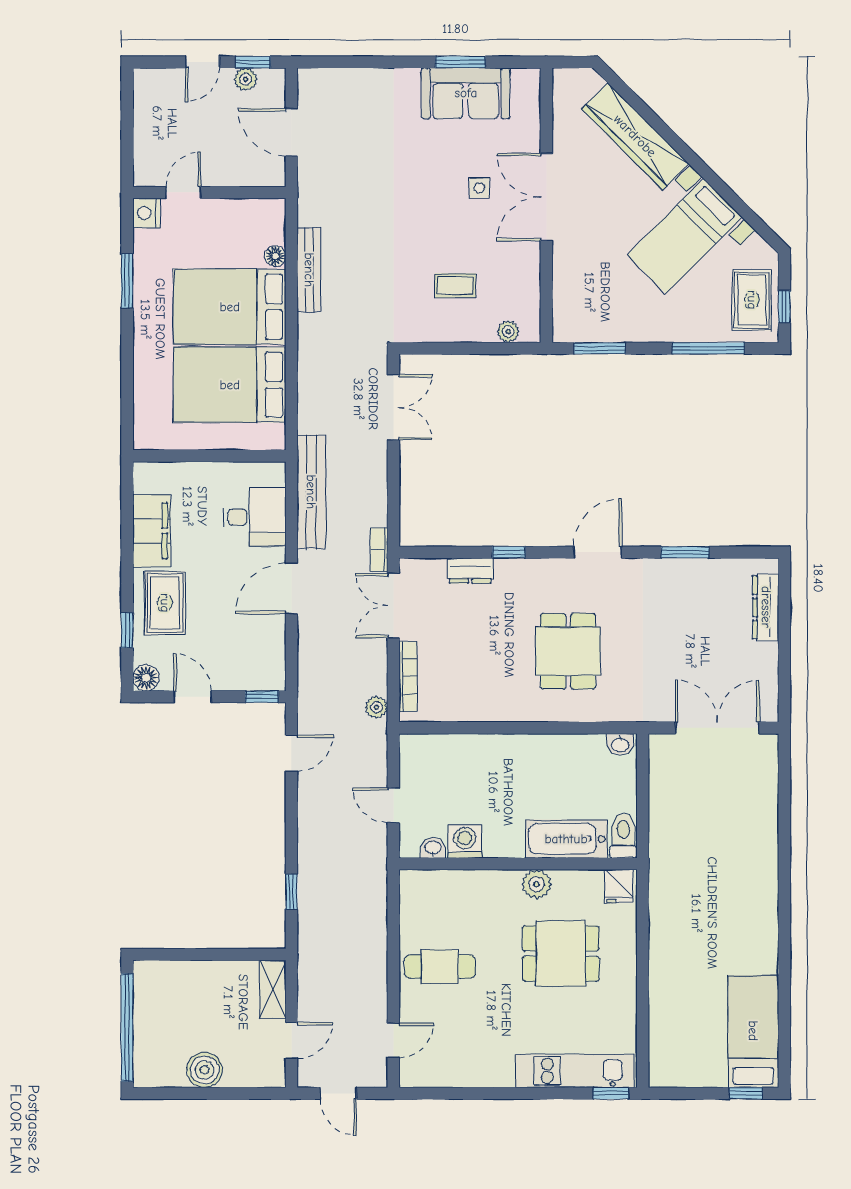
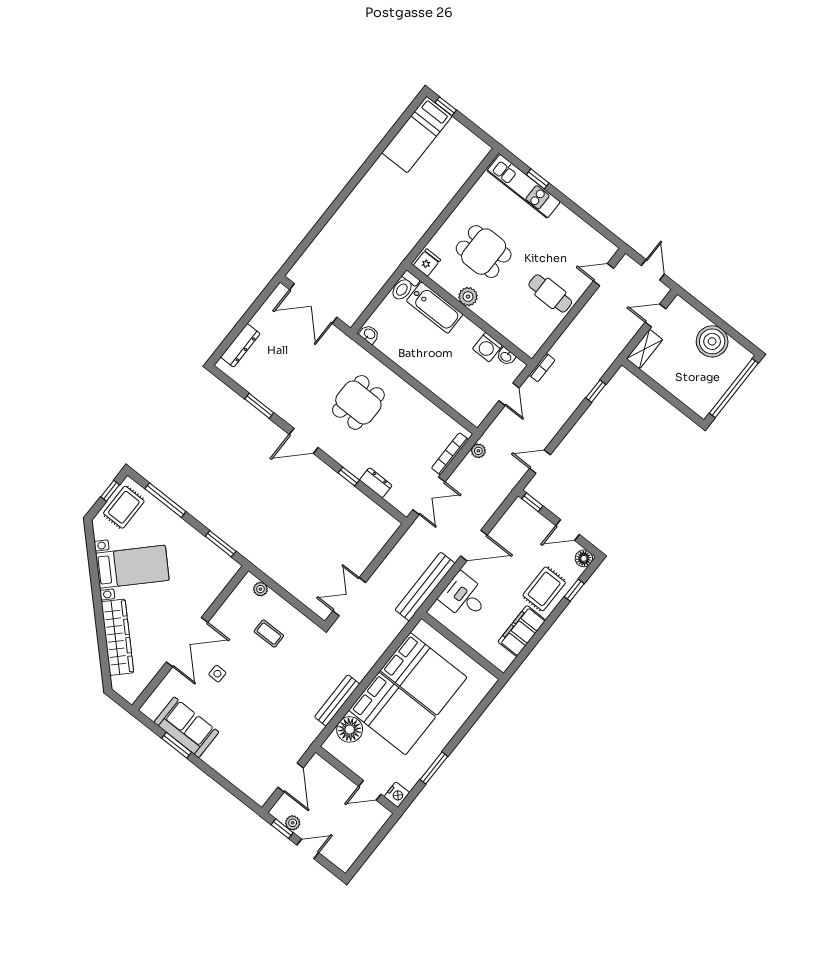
floor lamp: (275, 256) -> (350, 729), width x1.89, depth x1.89
bookcase: (379, 550) -> (542, 368), moved
door: (193, 697) -> (568, 530), hinge flipped
boiler: (205, 1070) -> (712, 341), width x1.37, depth x1.37
window: (611, 1093) -> (538, 179), moved

